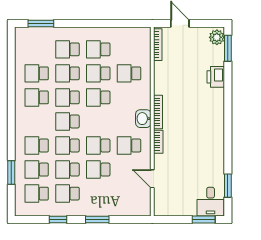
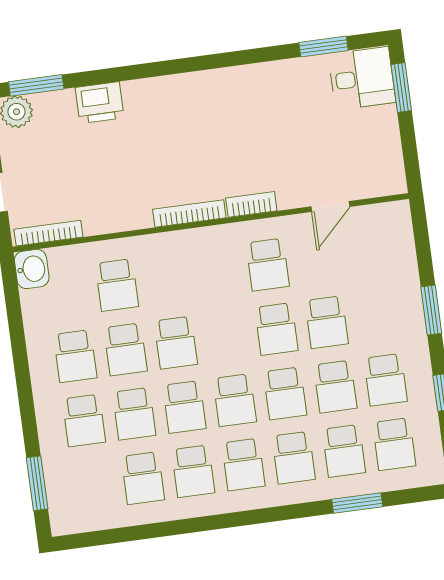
washbasin: (143, 119) -> (32, 269), moved, turned -90
school desk: (37, 121) -> (243, 464), added

